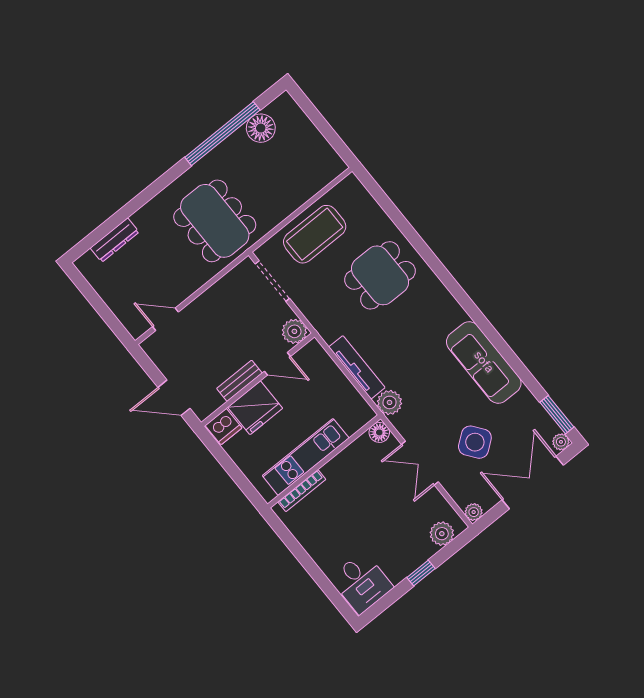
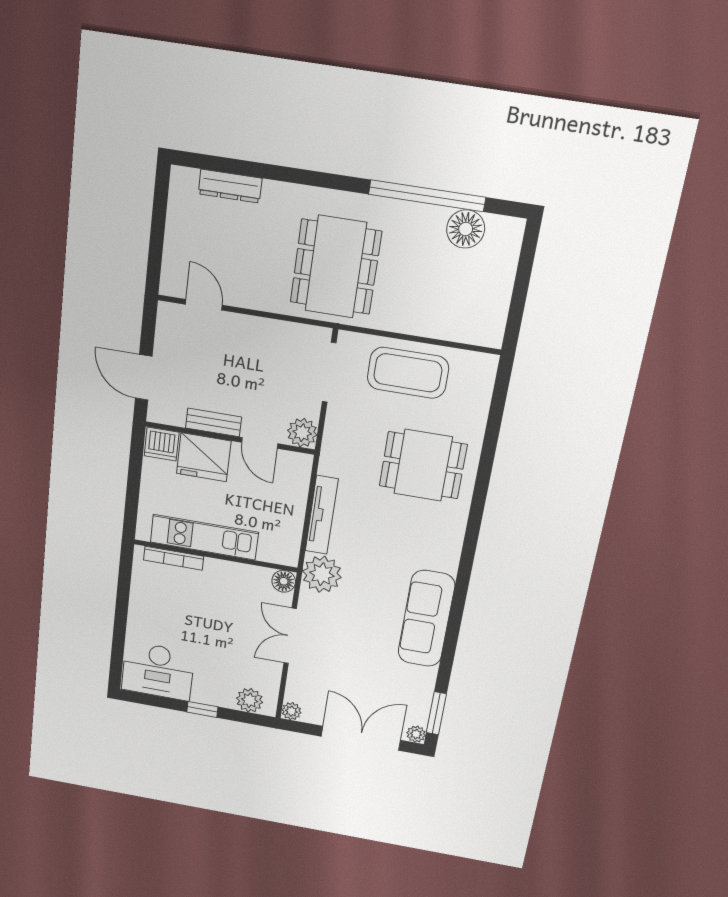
plant: (390, 402) -> (322, 574), width x1.36, depth x1.36
side table: (475, 442) -> (350, 666), removed
desk: (362, 583) -> (158, 671), width x1.37

